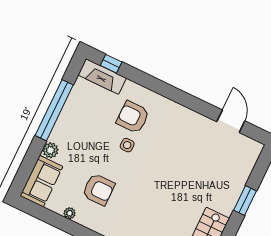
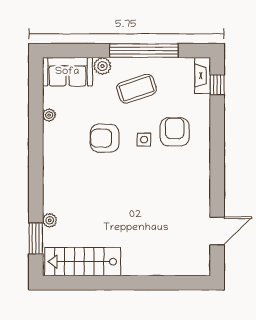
fireplace: (102, 77) -> (203, 75), width x0.73, depth x0.76
coffee table: (82, 131) -> (137, 89), added
armchair: (99, 189) -> (105, 138), moved, turned 90
window: (245, 201) -> (145, 283), removed

